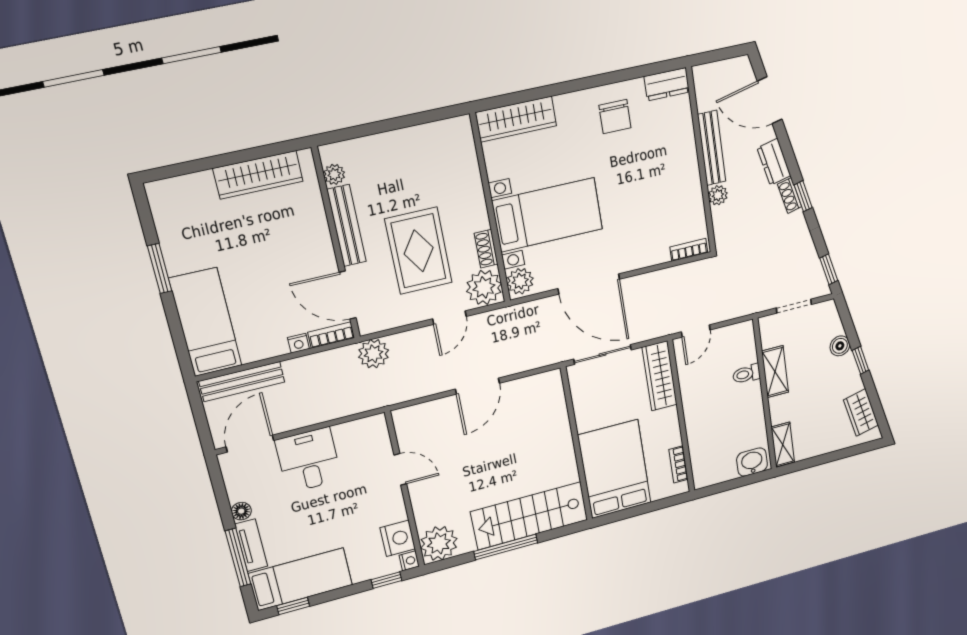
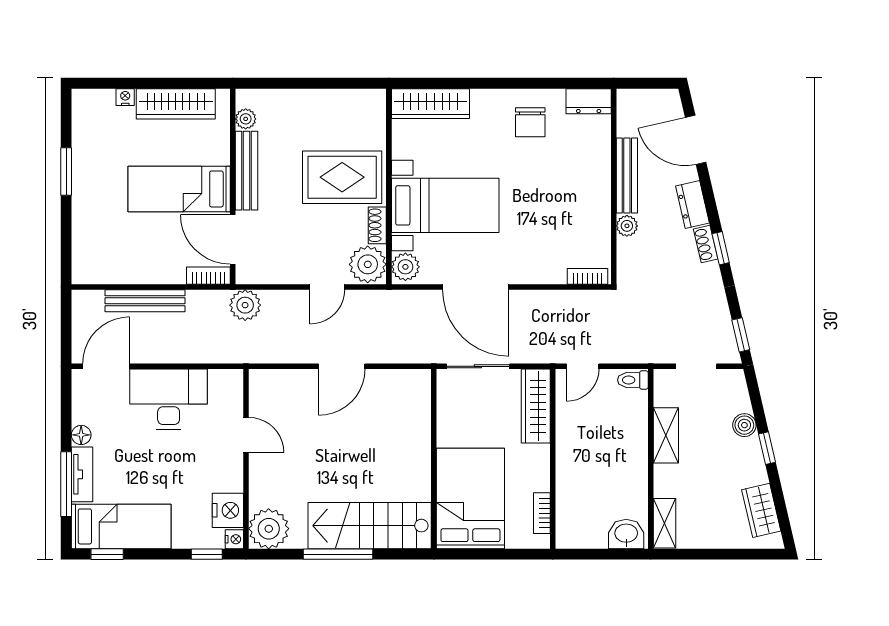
rug: (419, 251) -> (342, 177), moved, turned 90
bed: (206, 322) -> (179, 189), moved, turned -90
nightstand: (298, 343) -> (125, 97), moved, turned 180
toilet: (746, 374) -> (633, 380), moved
bench: (242, 382) -> (145, 301), moved
desk: (309, 460) -> (169, 399), width x1.37

